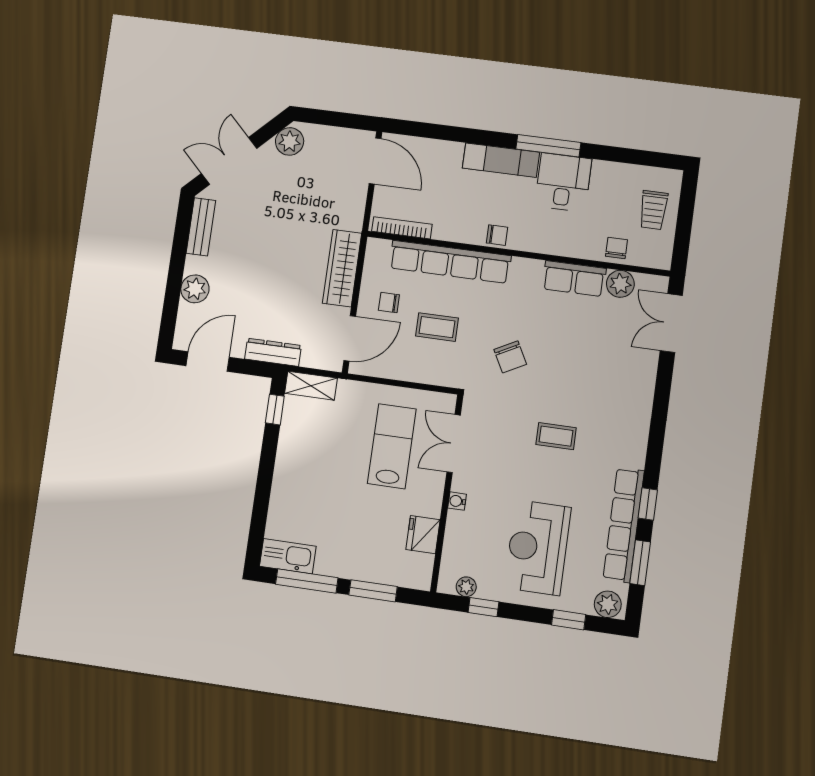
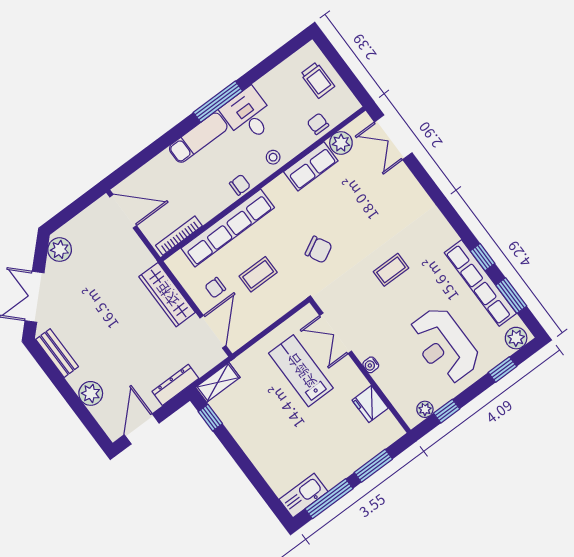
stool: (549, 239) -> (273, 157), added

